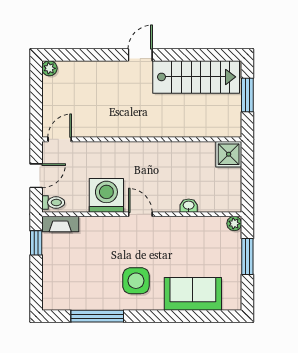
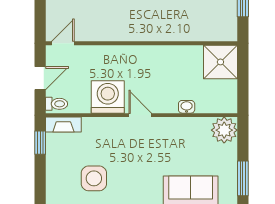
shower: (229, 154) -> (220, 62), width x1.36, depth x1.36
plant: (234, 224) -> (224, 130), width x1.87, depth x1.87
window: (247, 257) -> (243, 178), moved
side table: (136, 281) -> (94, 178), moved

